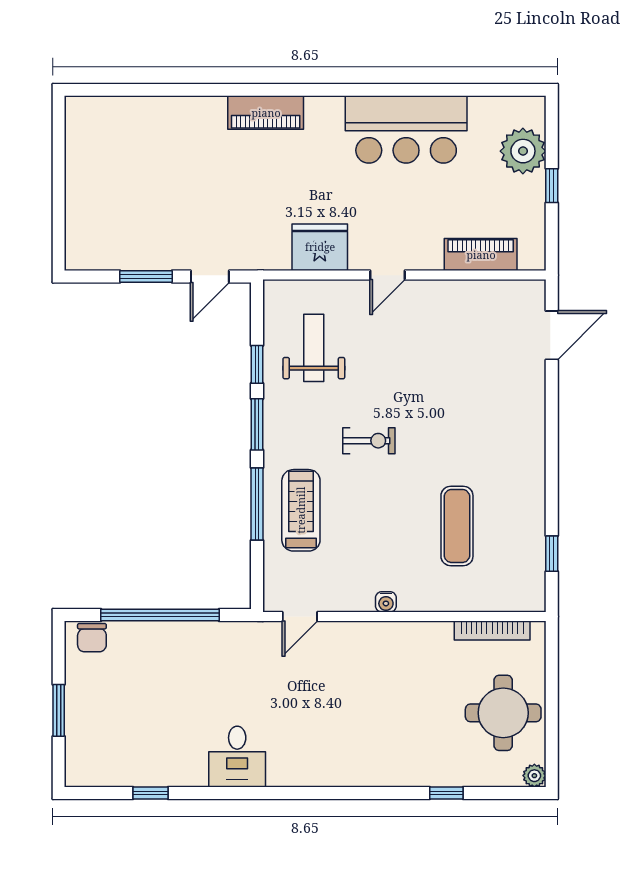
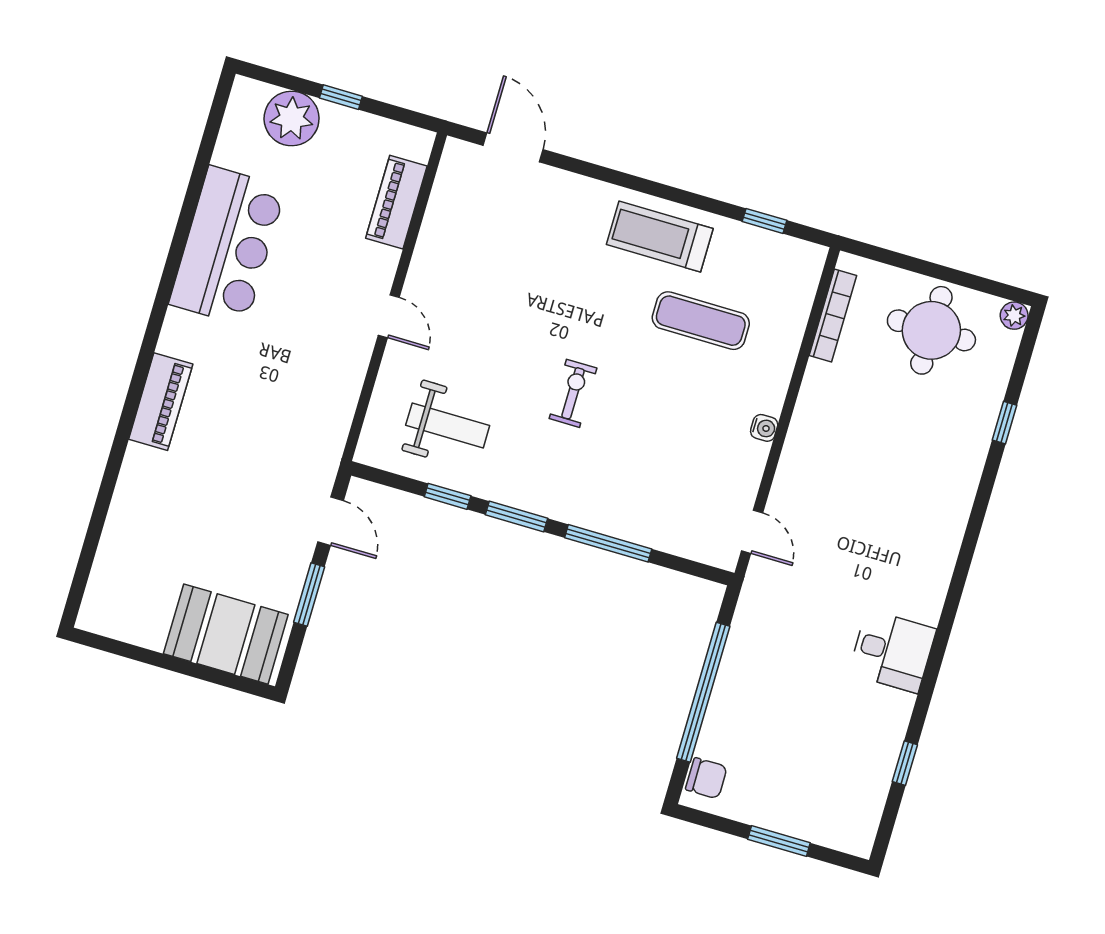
booth: (95, 219) -> (226, 634), added
fridge: (320, 247) -> (334, 385), removed
weight bench: (314, 348) -> (448, 425), turned 180
treadmill: (301, 510) -> (660, 237), moved

